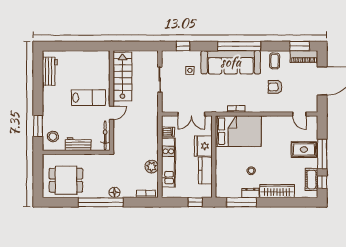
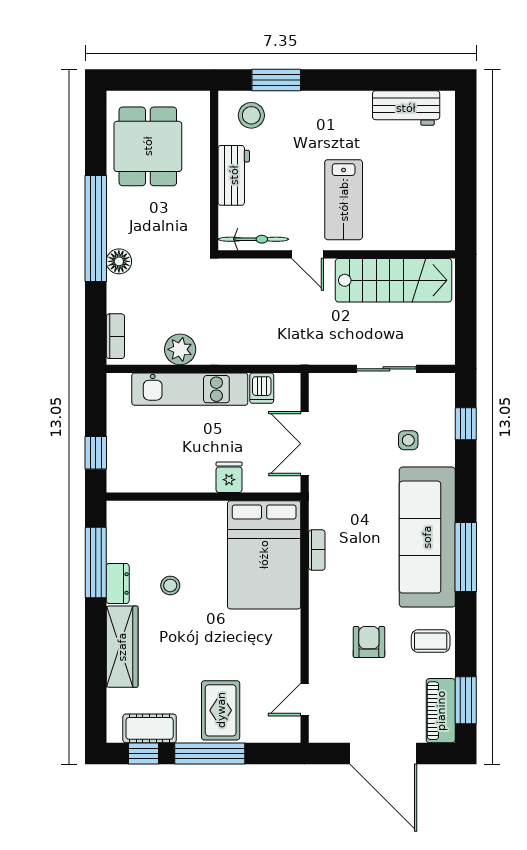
window: (239, 46) -> (466, 557), width x0.68
fridge: (203, 146) -> (229, 477), width x0.53, depth x0.75
kitchen counter: (205, 170) -> (171, 477), removed

